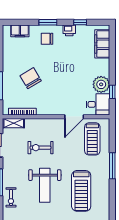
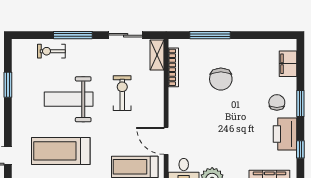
printer: (69, 30) -> (285, 134), width x1.87, depth x1.48
chair: (31, 78) -> (221, 79), turned 121

